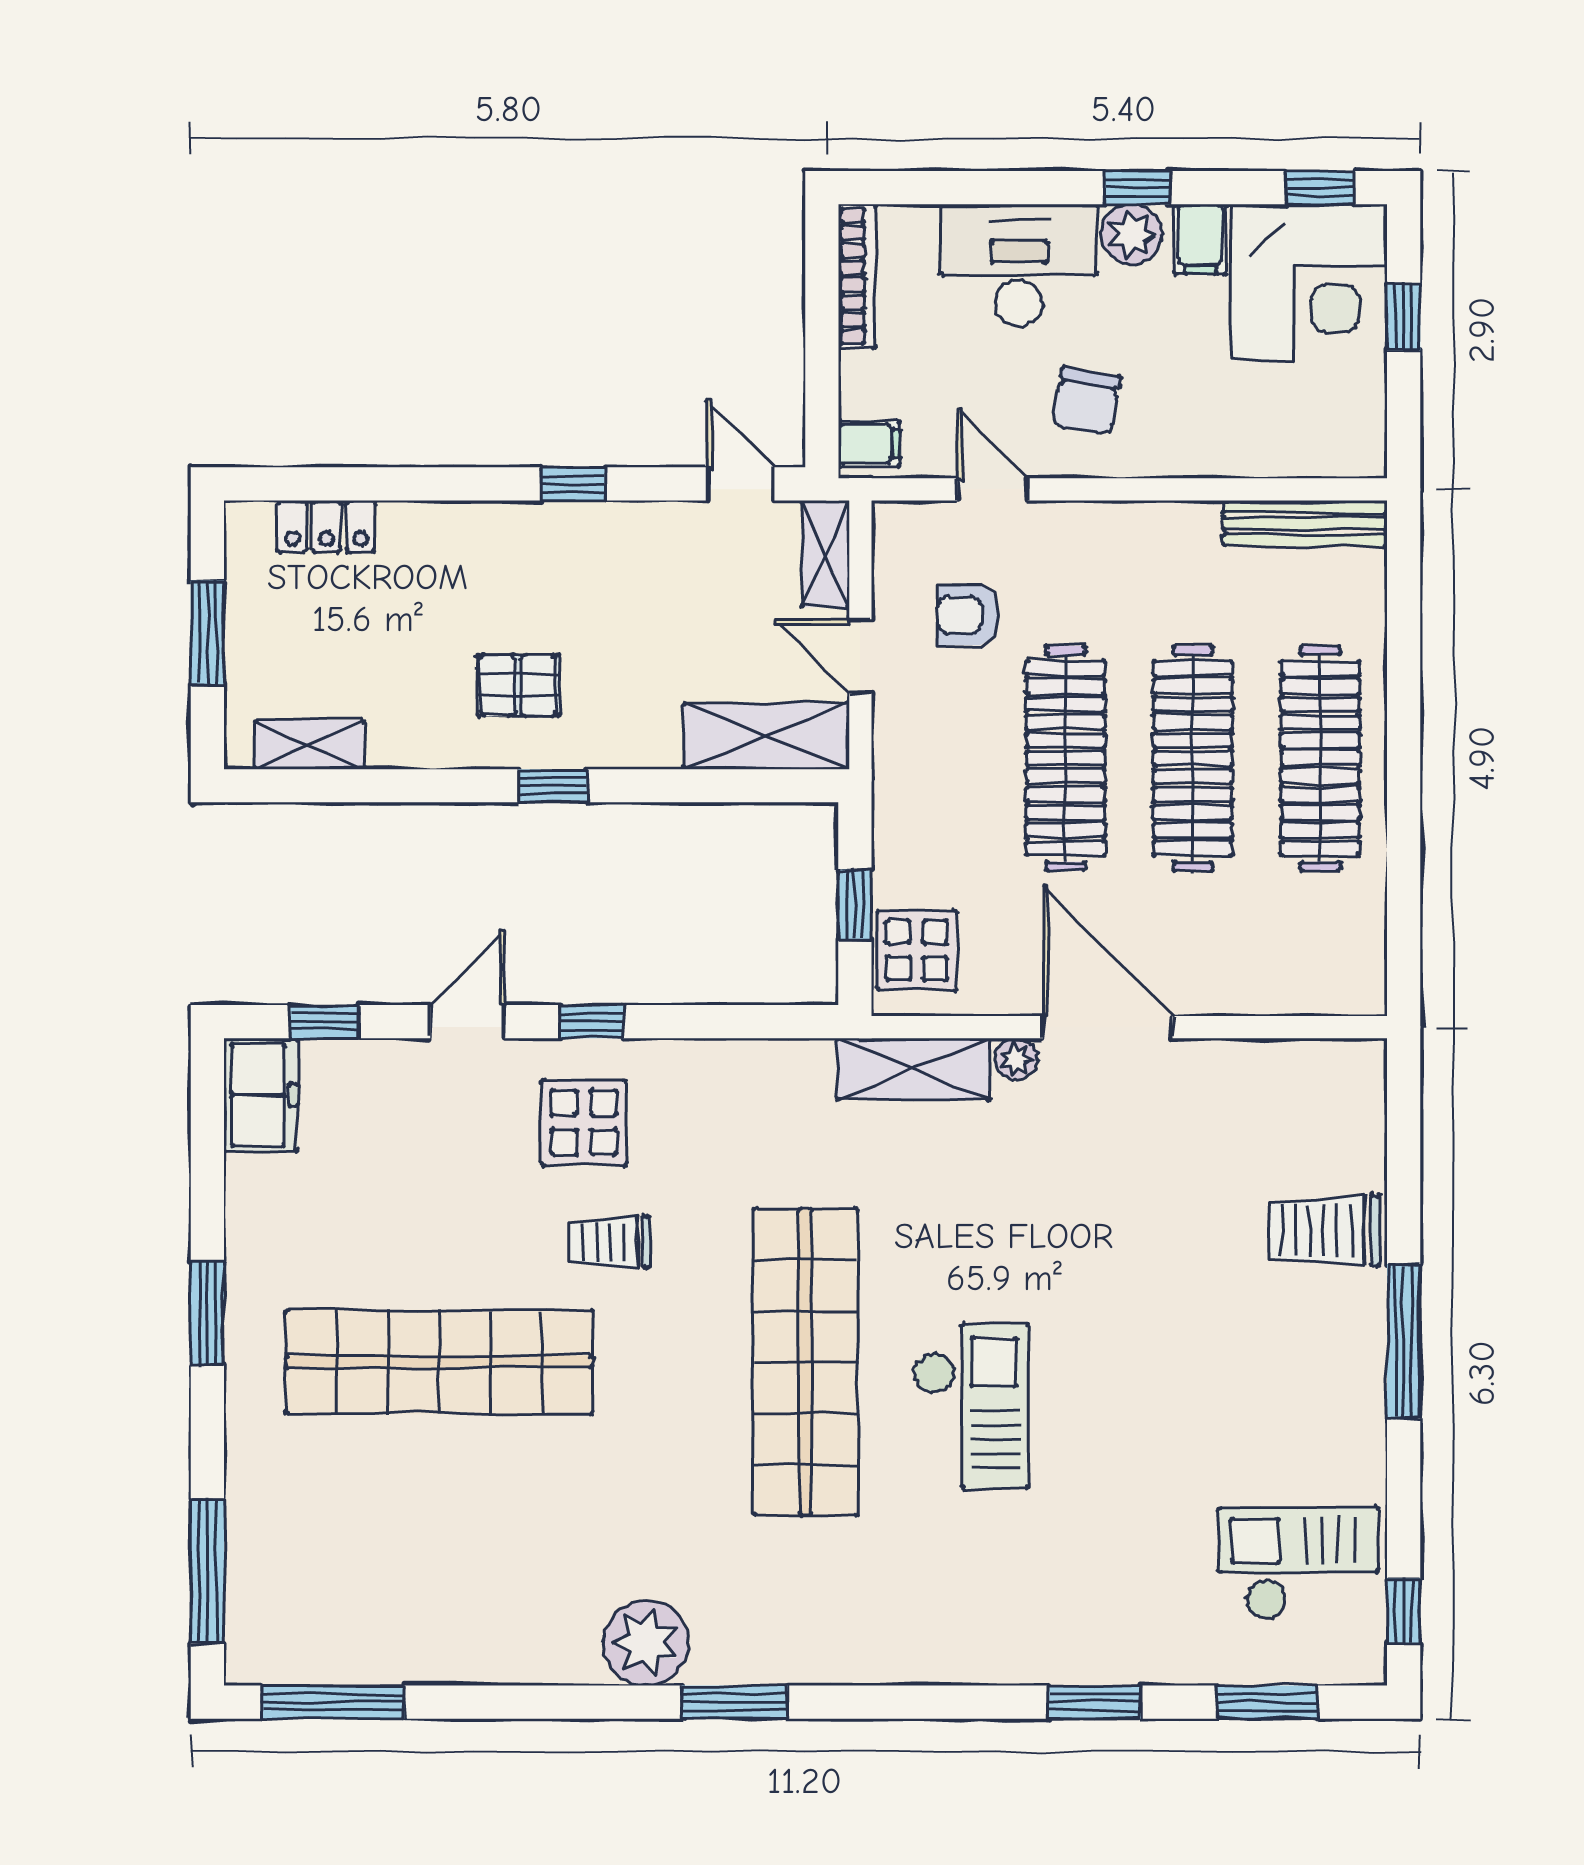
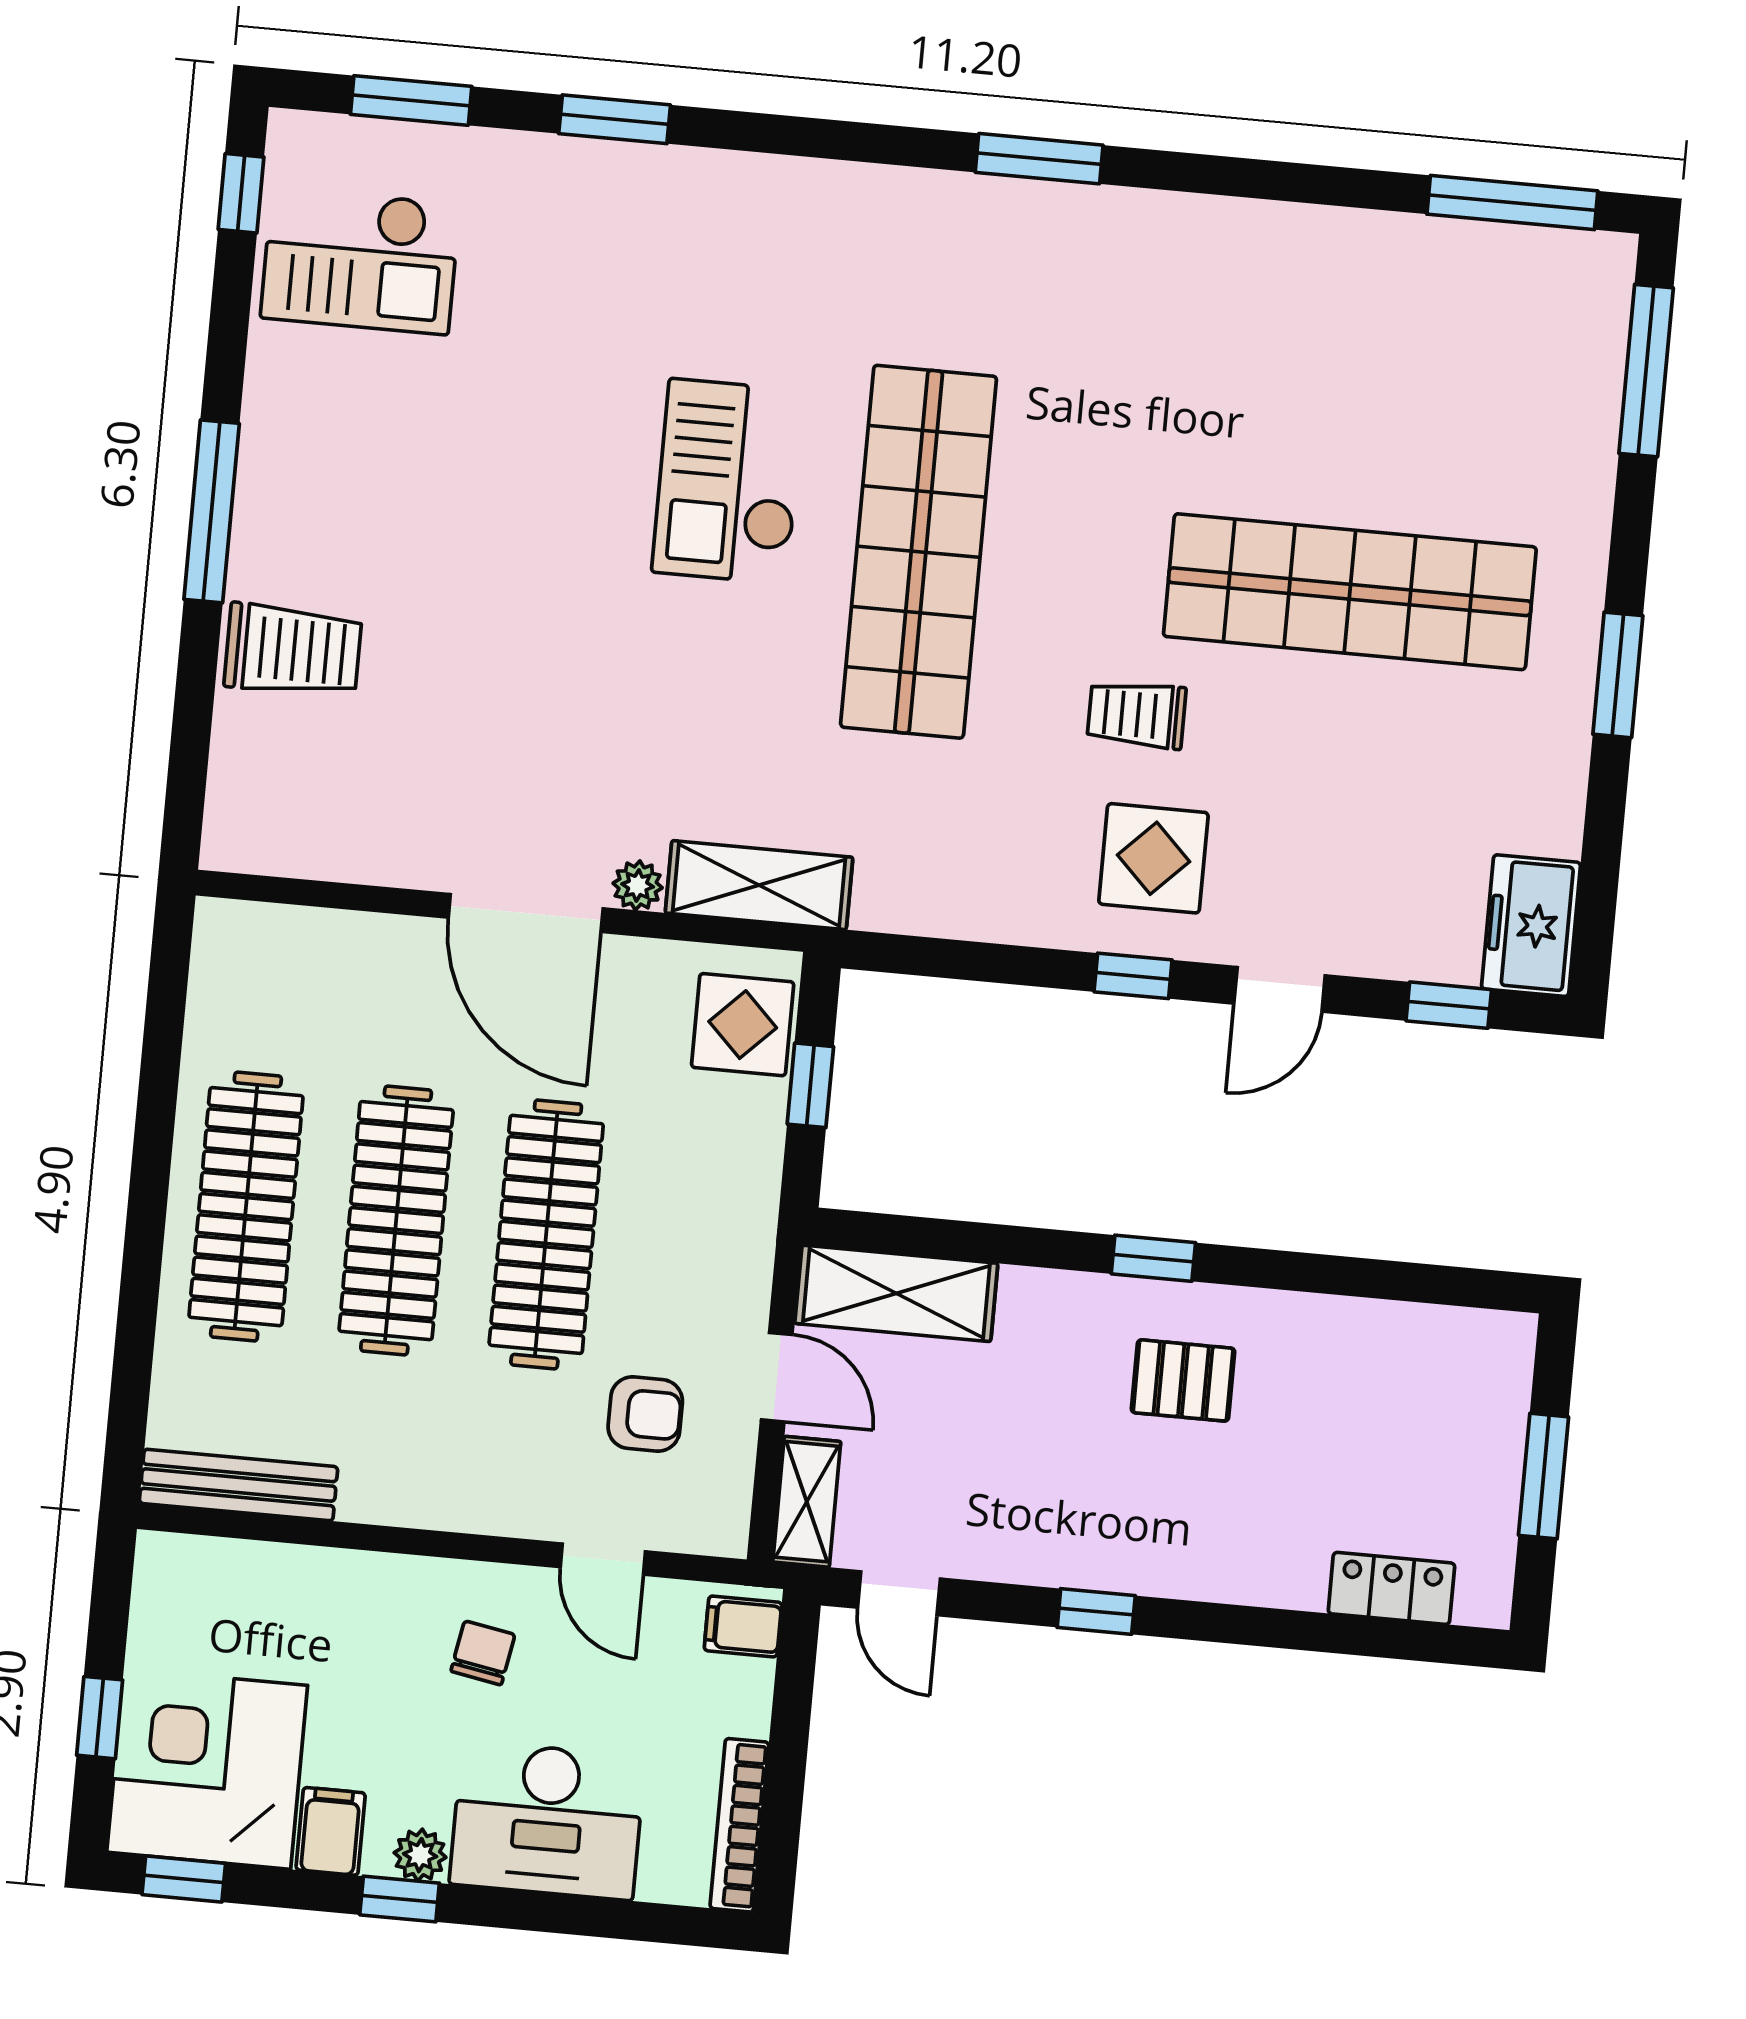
plant: (1131, 234) -> (420, 1855), width x0.73, depth x0.73
chair: (1086, 401) -> (483, 1653), width x0.73, depth x0.73
shelving: (310, 745) -> (1435, 1333), removed
trolley: (609, 1242) -> (1137, 715), turned 180
plant: (646, 1643) -> (1137, 238), removed

